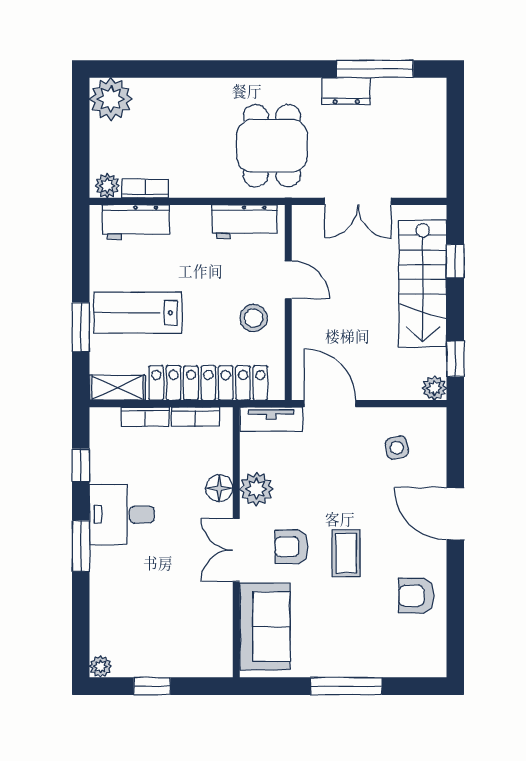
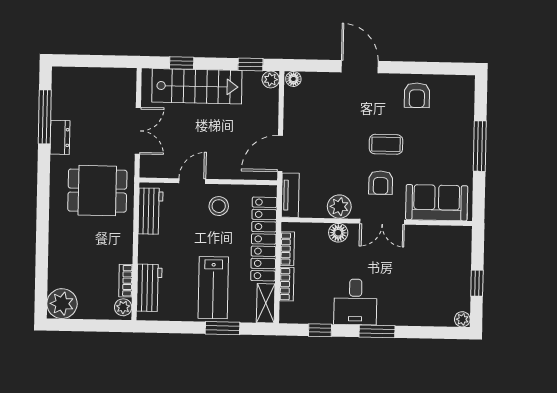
floor lamp: (436, 420) -> (293, 79), added
side table: (397, 448) -> (312, 107), removed
door: (455, 514) -> (360, 67), swing flipped

